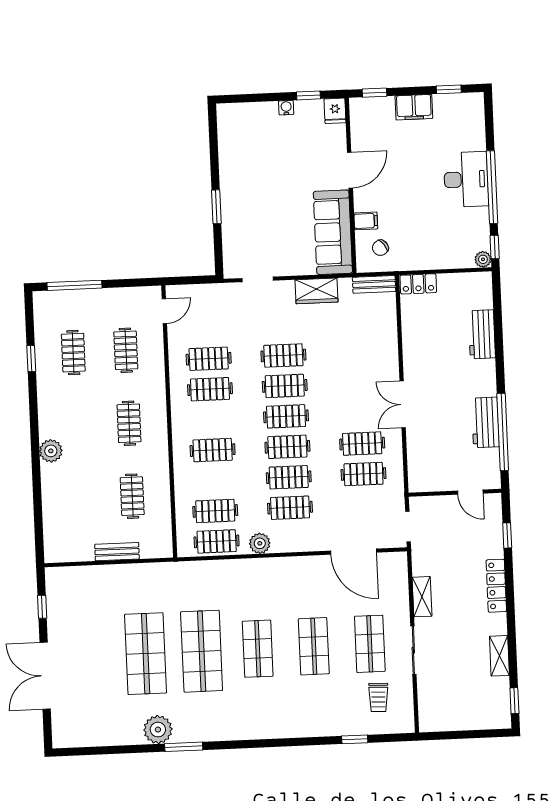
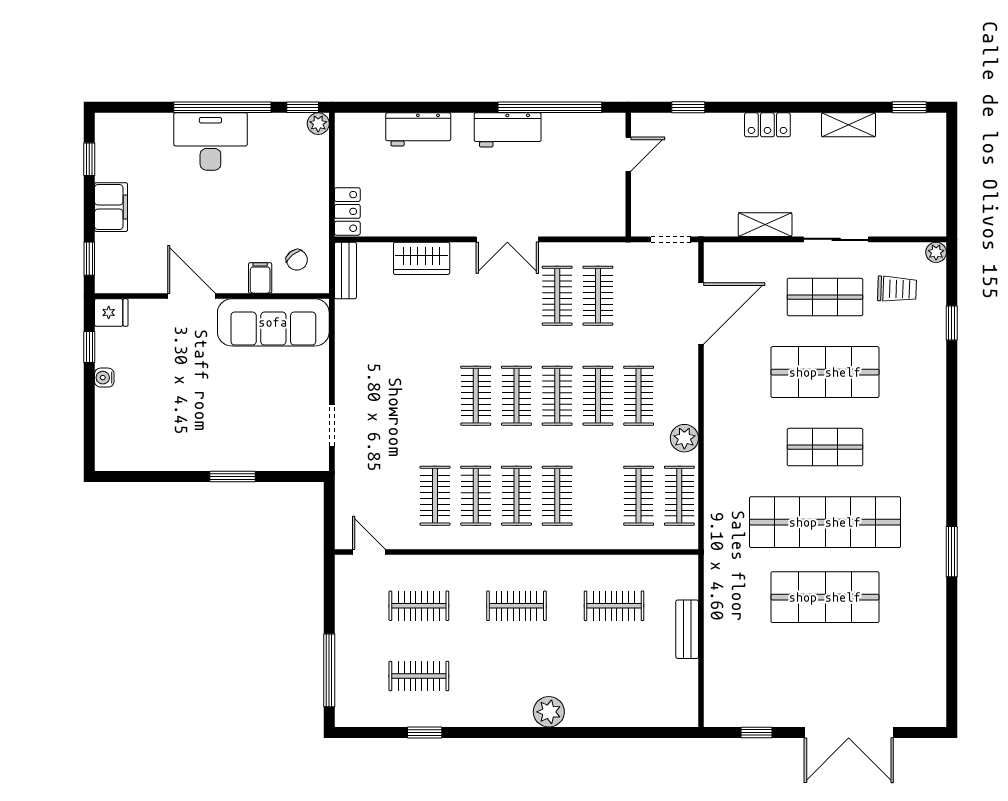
wardrobe: (317, 291) -> (422, 258), moved, turned 90
clothes rail: (283, 355) -> (516, 496), moved
workbench: (485, 422) -> (508, 130), moved
locker: (496, 586) -> (767, 125), width x0.66
shop shelf: (314, 646) -> (825, 372), width x1.43, depth x1.36
shop shelf: (202, 651) -> (825, 522), width x1.40
plant: (158, 730) -> (936, 252), moved, width x0.53, depth x0.53

